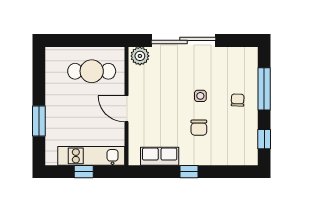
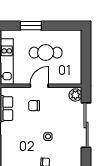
cafe table: (92, 71) -> (46, 53), moved, turned 90
chair: (199, 128) -> (34, 106), moved

